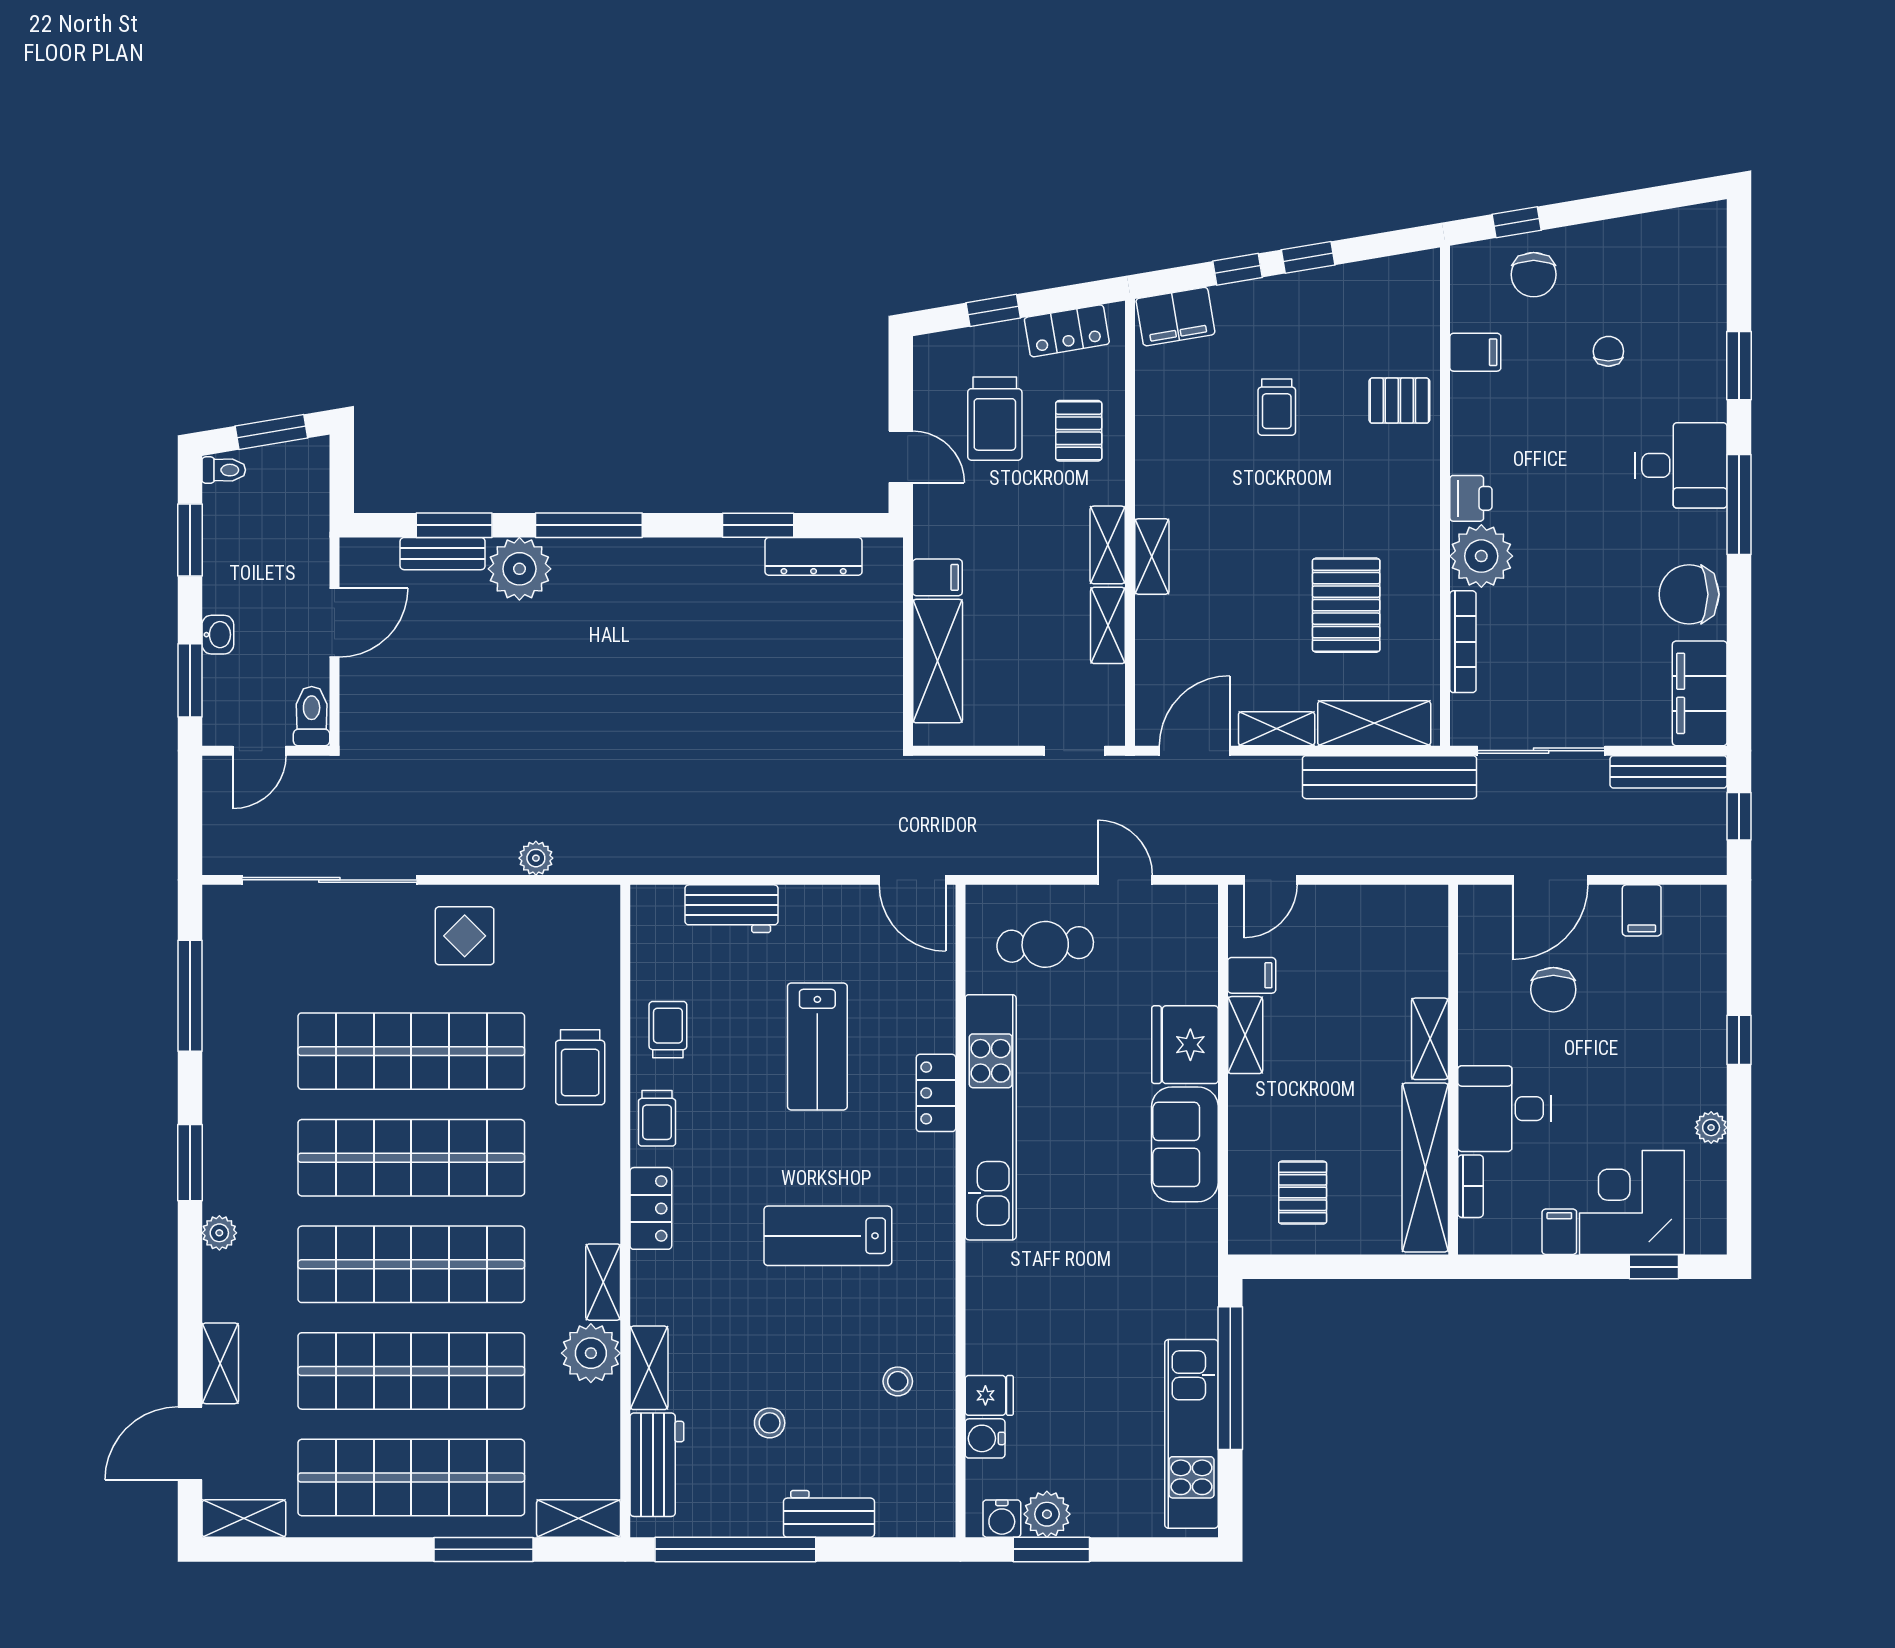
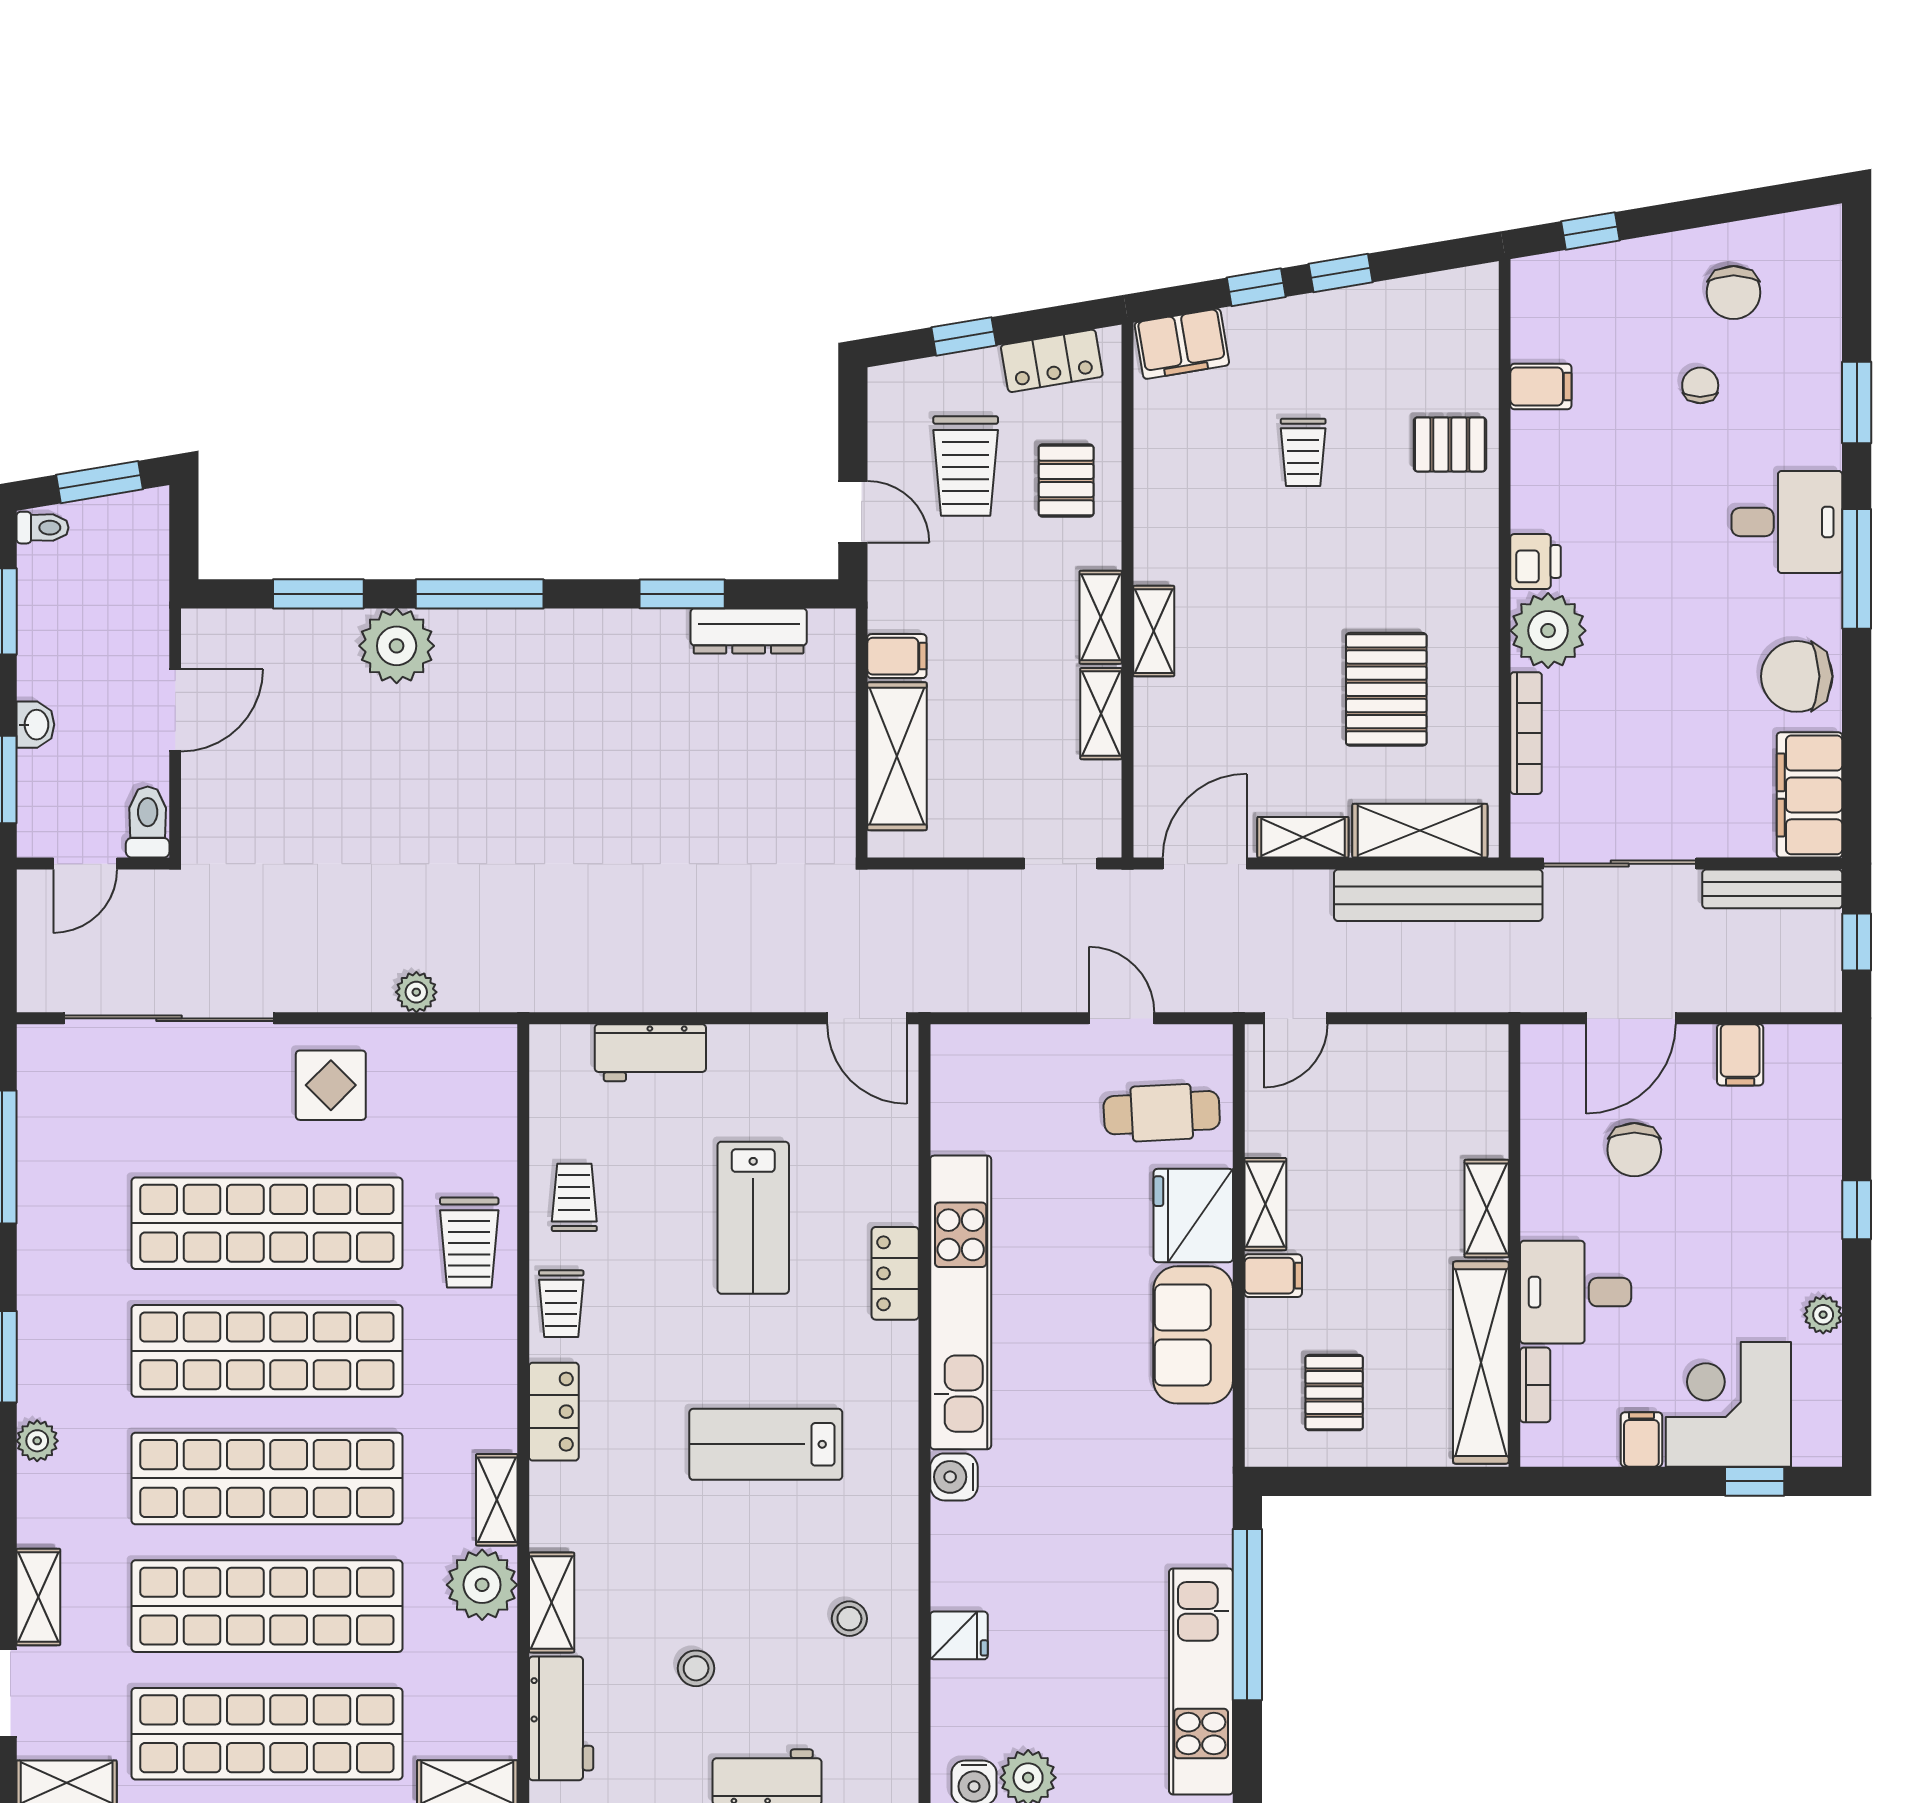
chair: (1534, 275) -> (1734, 292), moved
bench: (443, 554) -> (304, 628), removed
cafe table: (1045, 944) -> (1162, 1113), moved
filing cabinet: (1252, 975) -> (1273, 1276), moved
water cooler: (985, 1438) -> (954, 1477), moved

